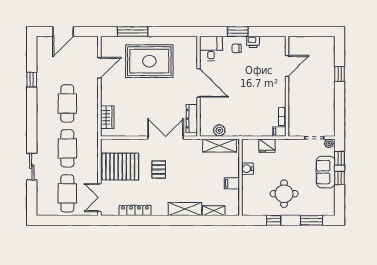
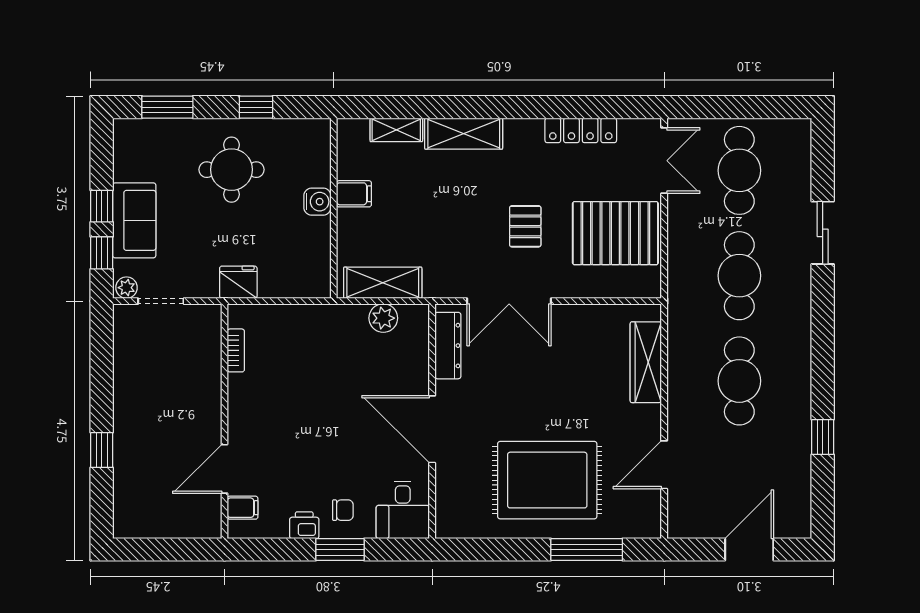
wardrobe: (107, 117) -> (646, 362), width x1.50
filing cabinet: (279, 132) -> (243, 508), moved
fridge: (267, 146) -> (238, 282), moved
water cooler: (247, 169) -> (317, 202), moved

